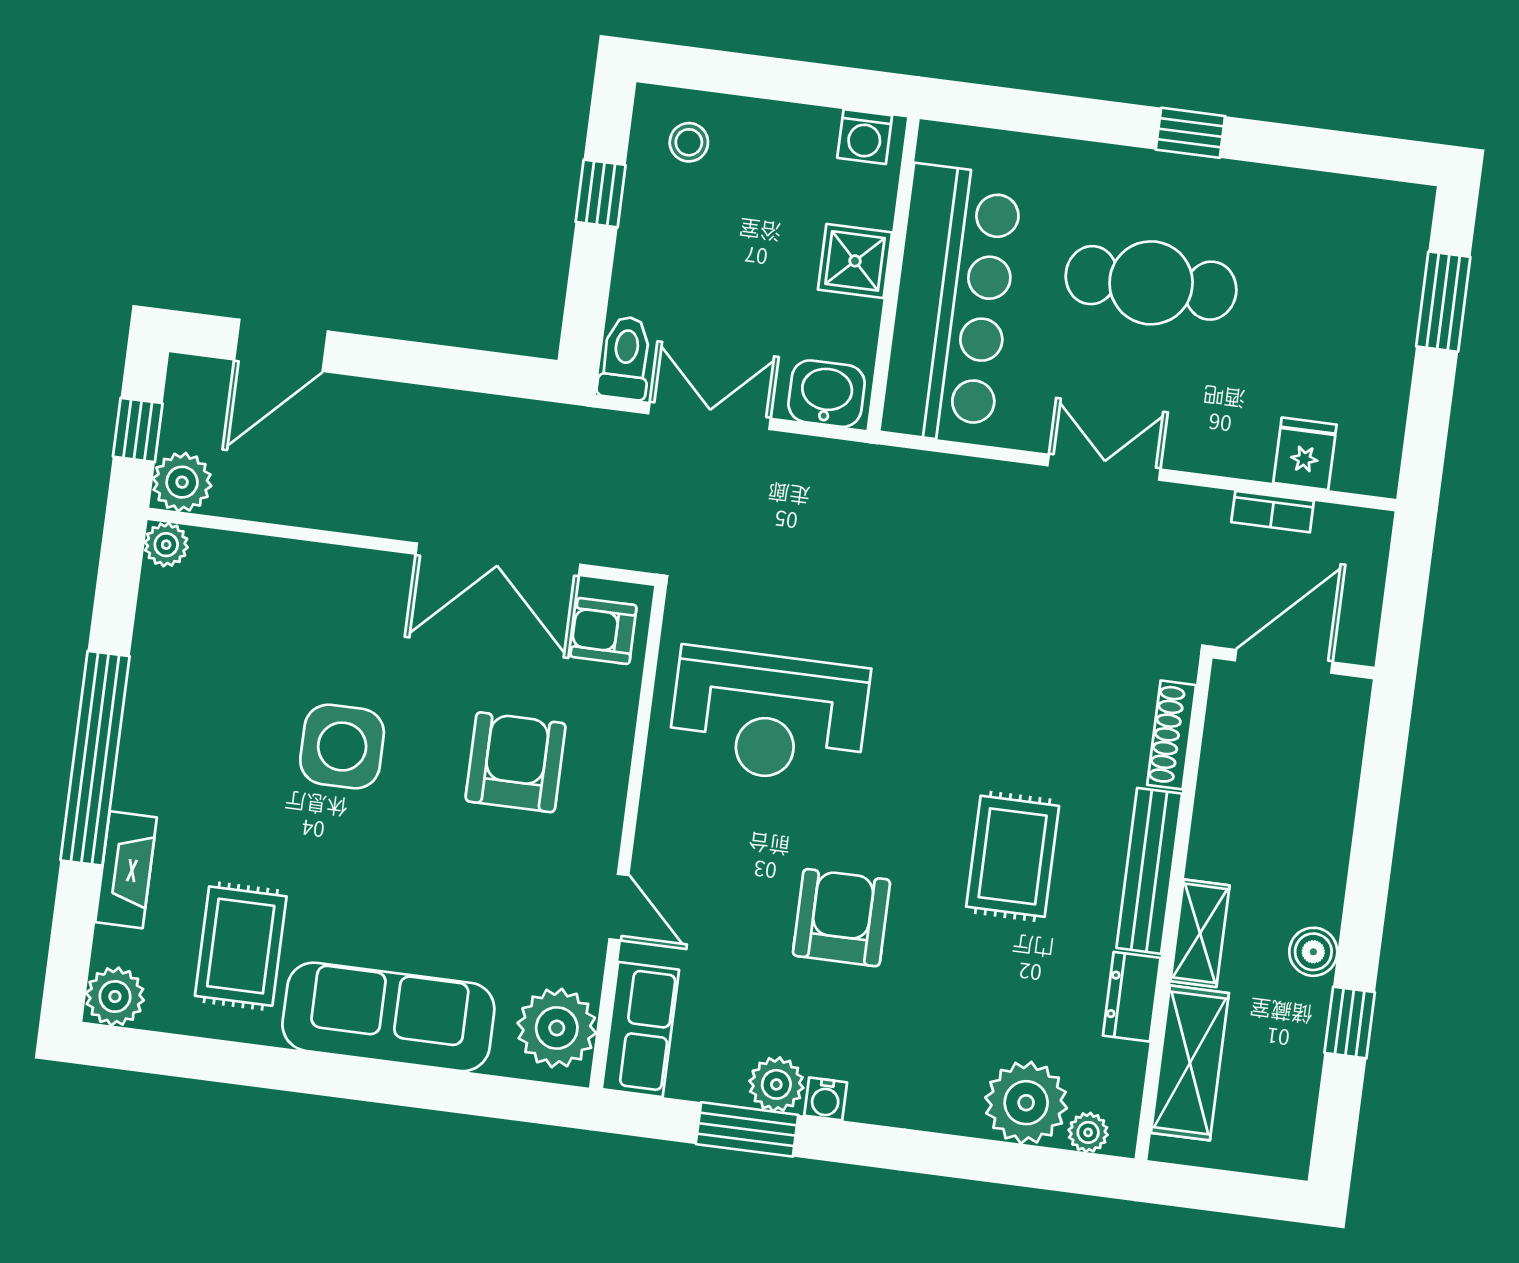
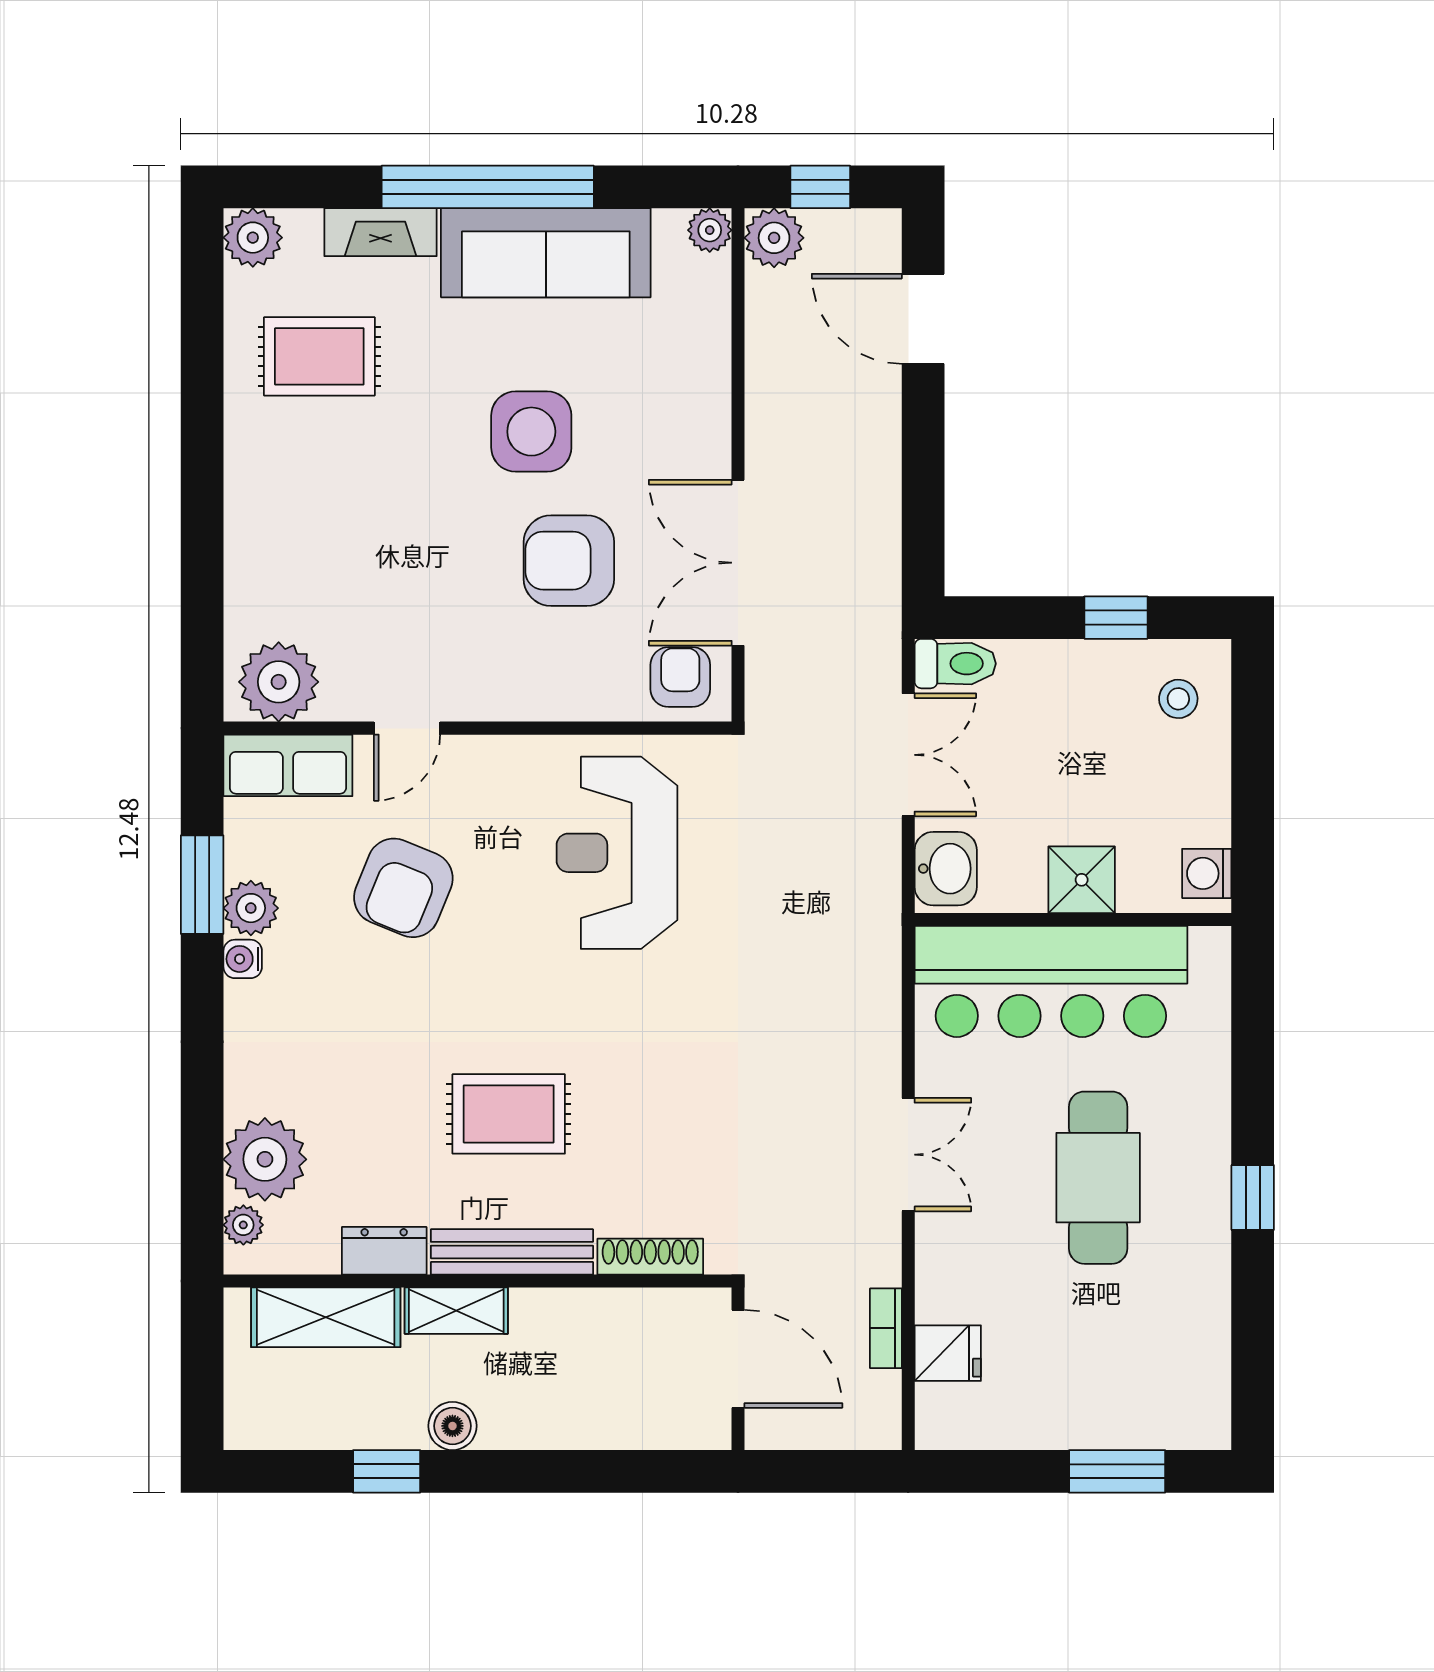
armchair: (516, 762) -> (569, 561), moved, turned 180
armchair: (841, 918) -> (403, 888), moved, turned 112
sofa: (388, 1017) -> (546, 253), moved, turned 90

